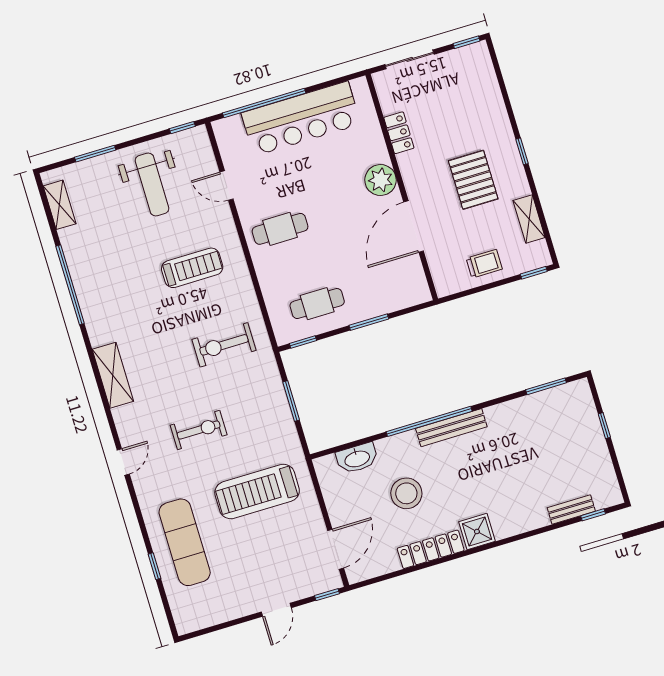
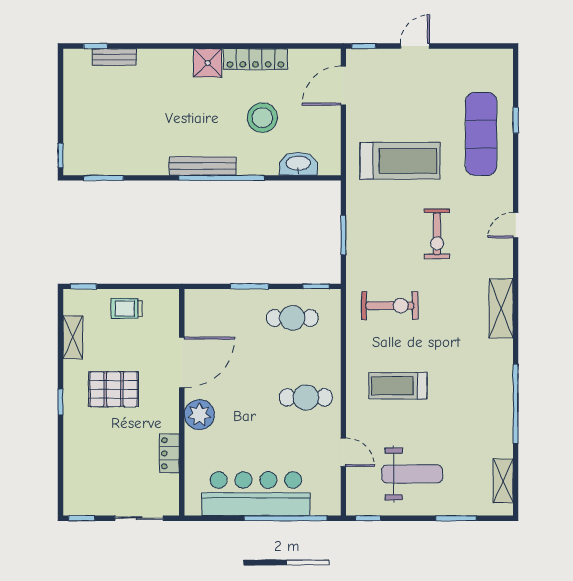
pallet: (473, 180) -> (114, 389), turned 90
weight bench: (152, 185) -> (412, 474), turned 90
window: (604, 426) -> (60, 155), moved
exercise bike: (199, 430) -> (437, 234), turned -90

